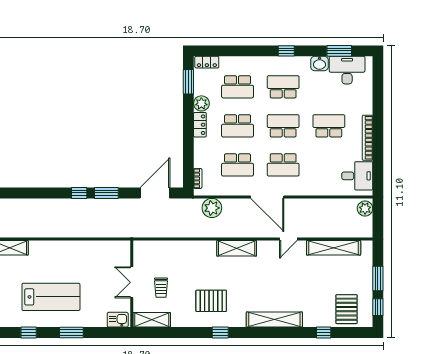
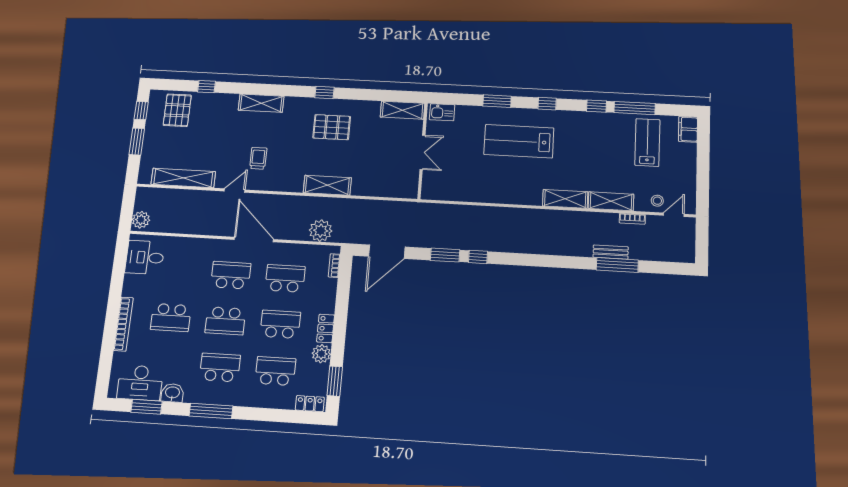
window: (286, 51) -> (211, 411), width x2.17
school desk: (283, 87) -> (220, 367), turned 180
bookcase: (367, 138) -> (123, 324), moved
shelving: (237, 248) -> (327, 185), moved
trolley: (161, 288) -> (258, 158), moved
shelving: (274, 320) -> (261, 103), width x0.68

